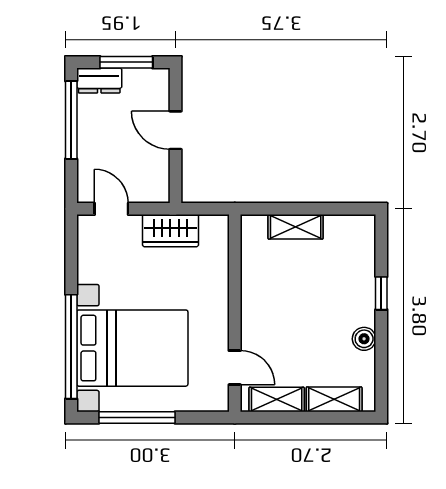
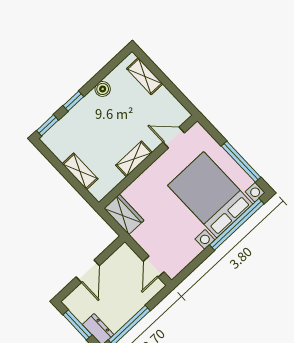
wardrobe: (170, 231) -> (124, 214), moved
window: (381, 239) -> (48, 125), added
door: (235, 368) -> (174, 138), hinge flipped
shelving: (277, 399) -> (134, 159), moved, turned 90

